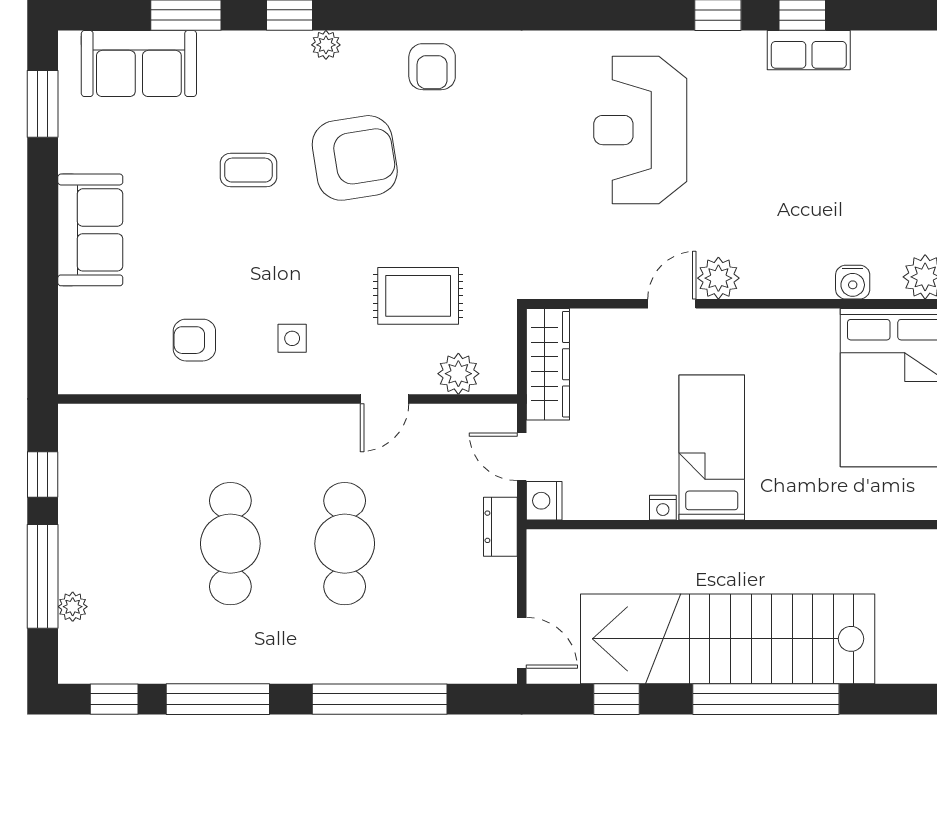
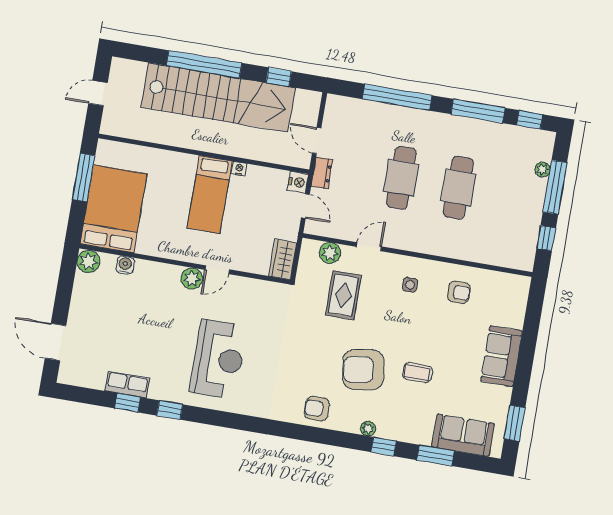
armchair: (432, 67) -> (317, 409), turned -90
rug: (418, 296) -> (343, 295), turned 90
wardrobe: (548, 364) -> (283, 259), width x0.67
door: (522, 643) -> (317, 140), moved

